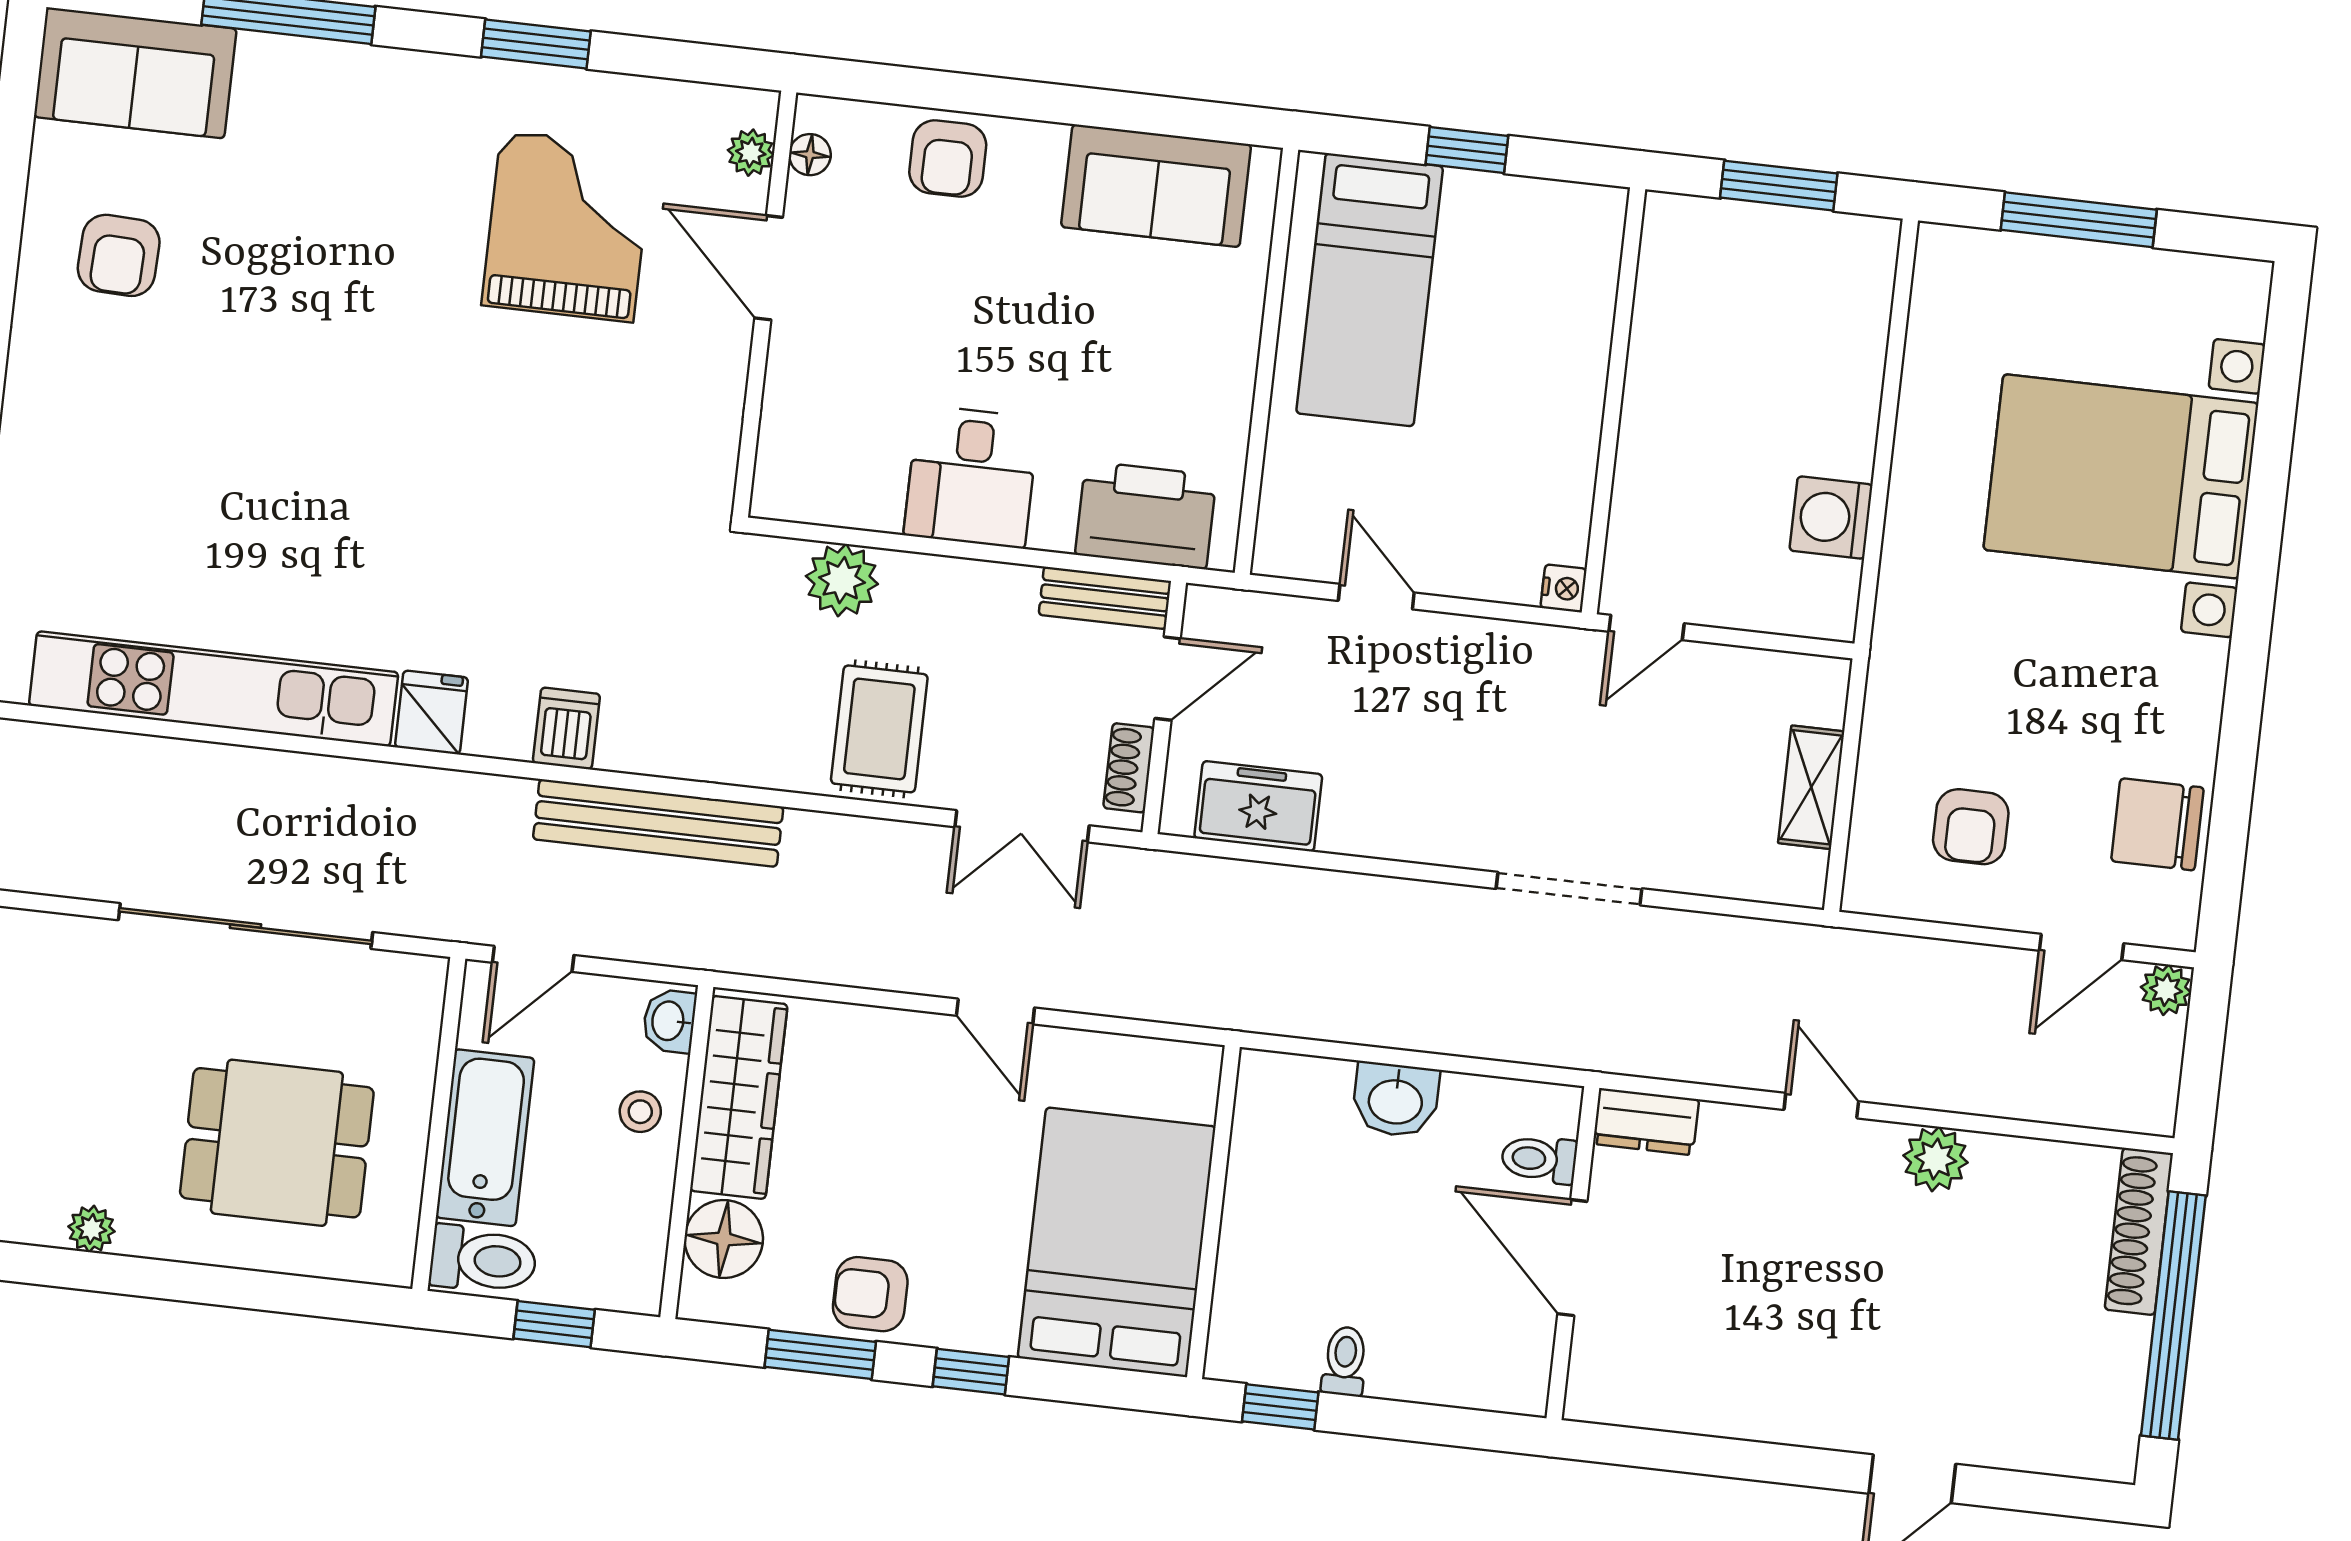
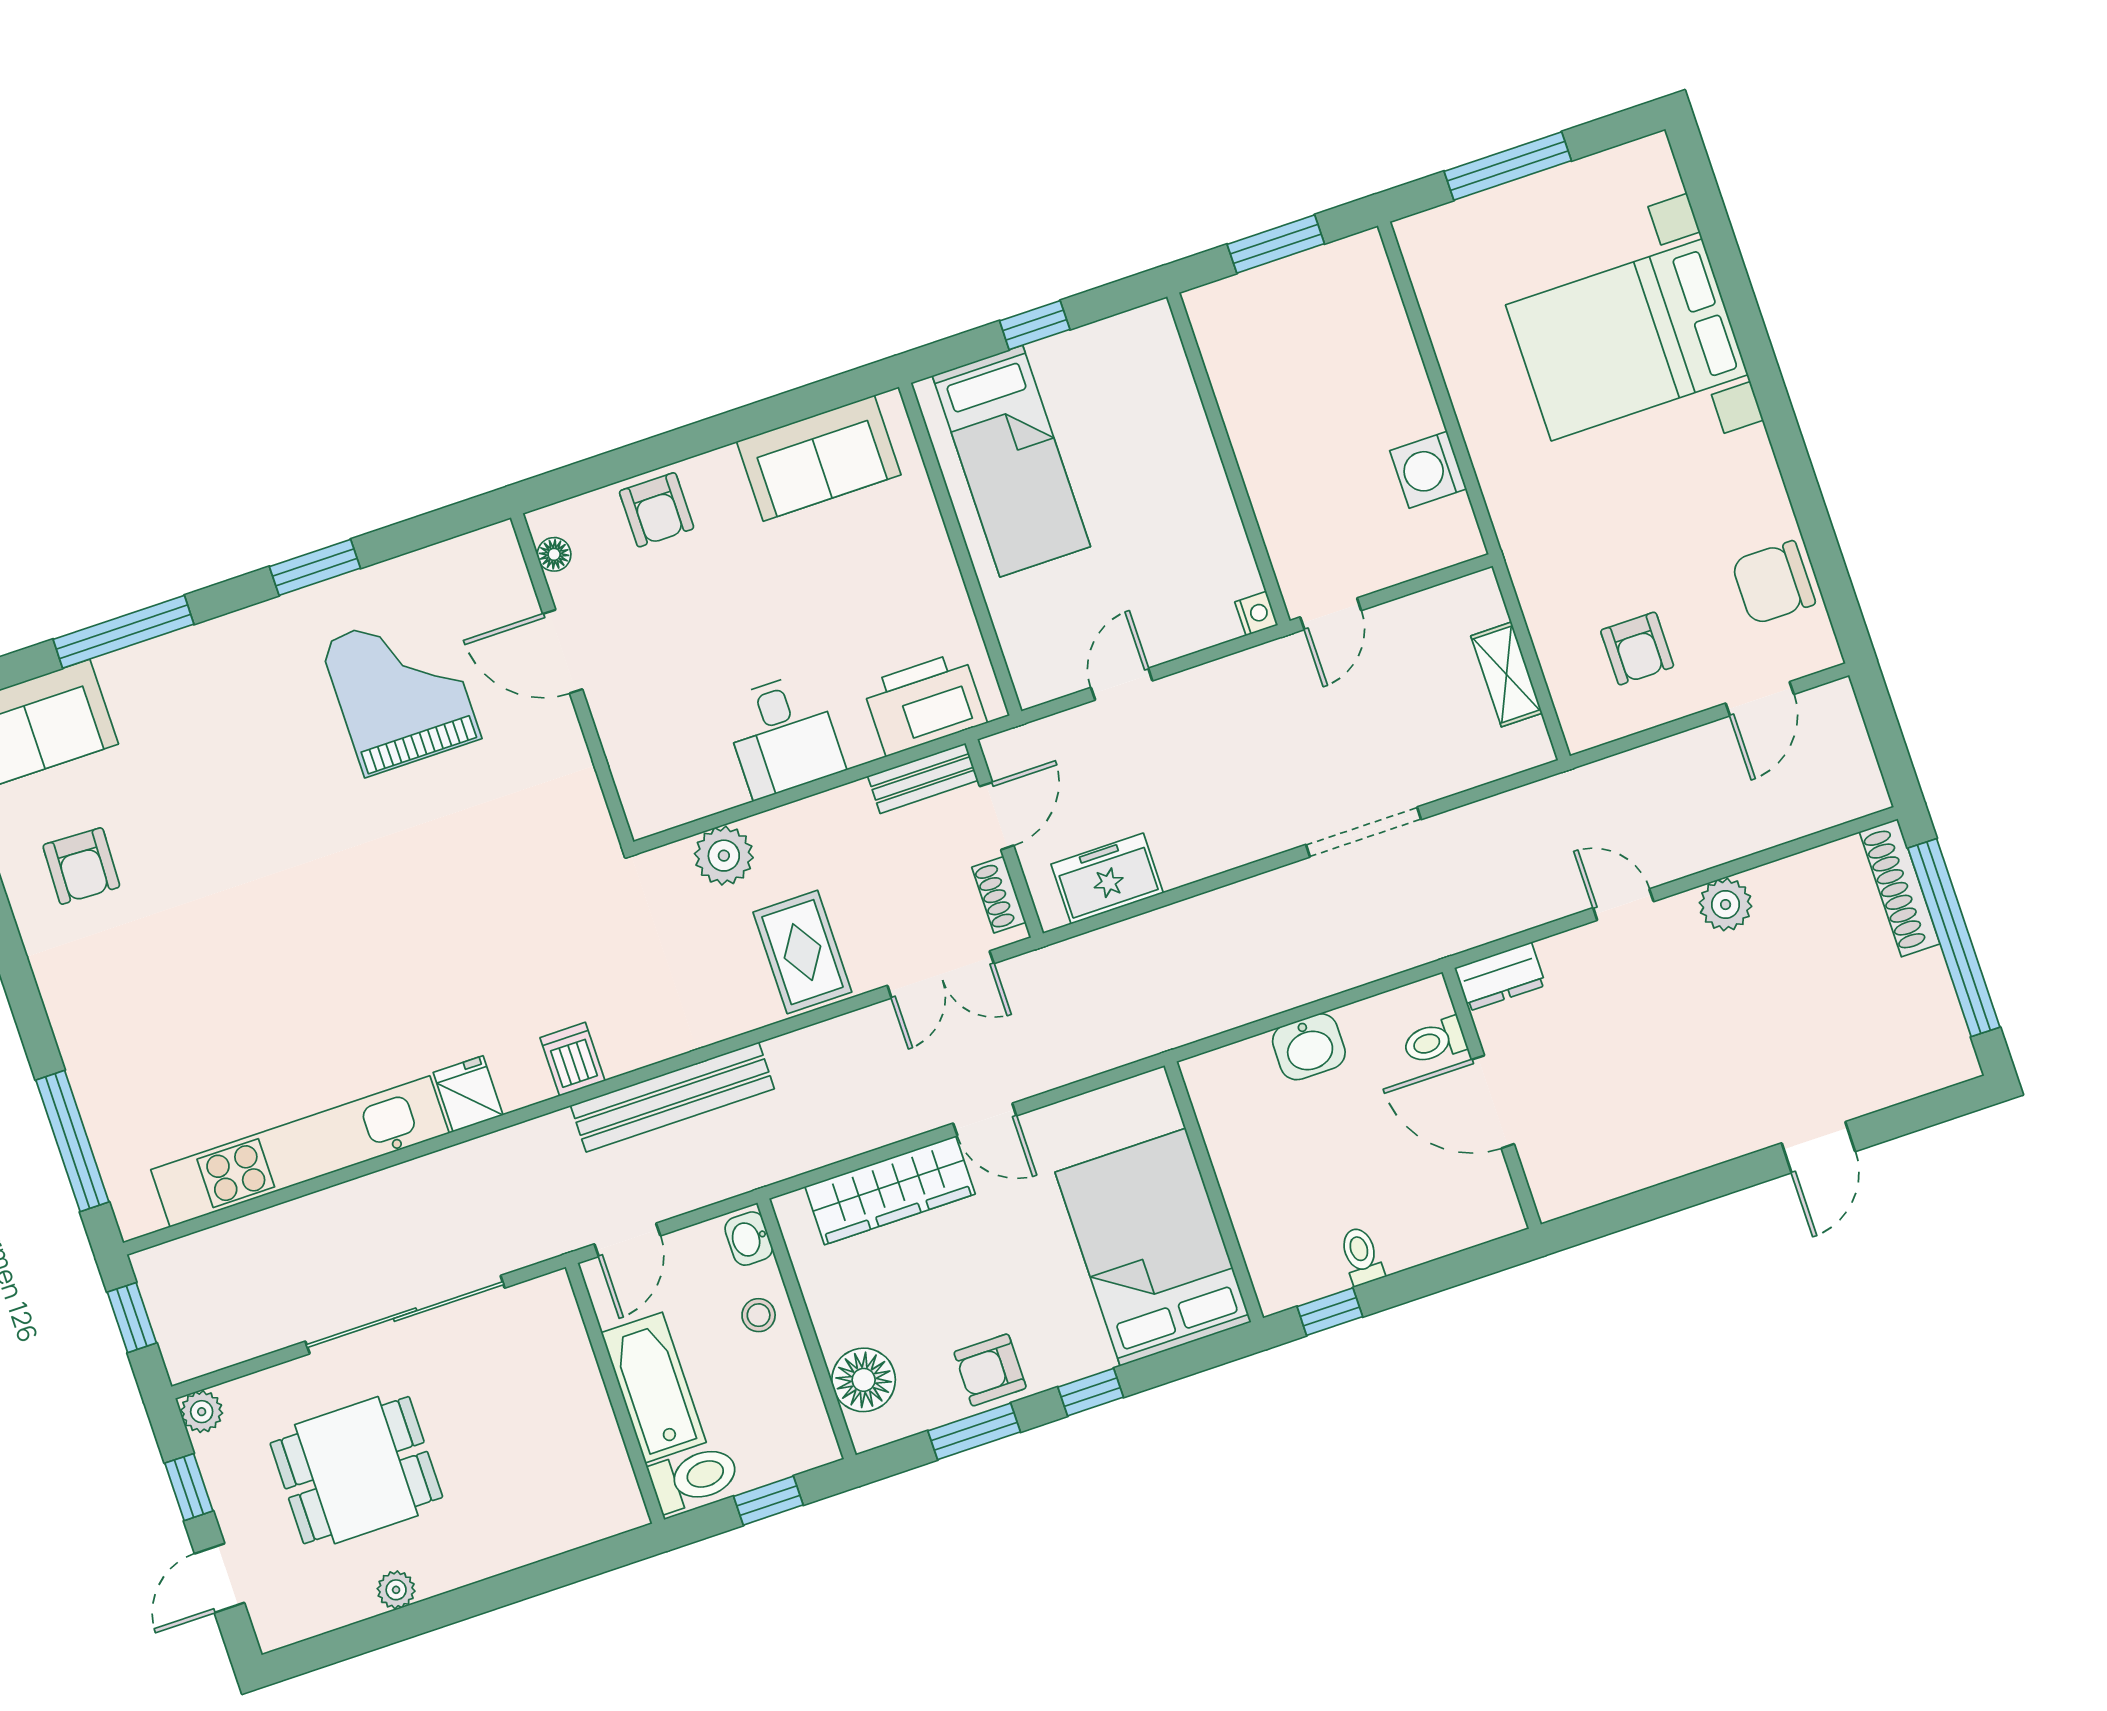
plant: (751, 153) -> (510, 573), removed
door: (1376, 597) -> (1122, 684), hinge flipped
plant: (2166, 990) -> (1836, 701), removed
wardrobe: (739, 1097) -> (890, 1190), moved, turned 90
dining table: (277, 1143) -> (356, 1470), moved

